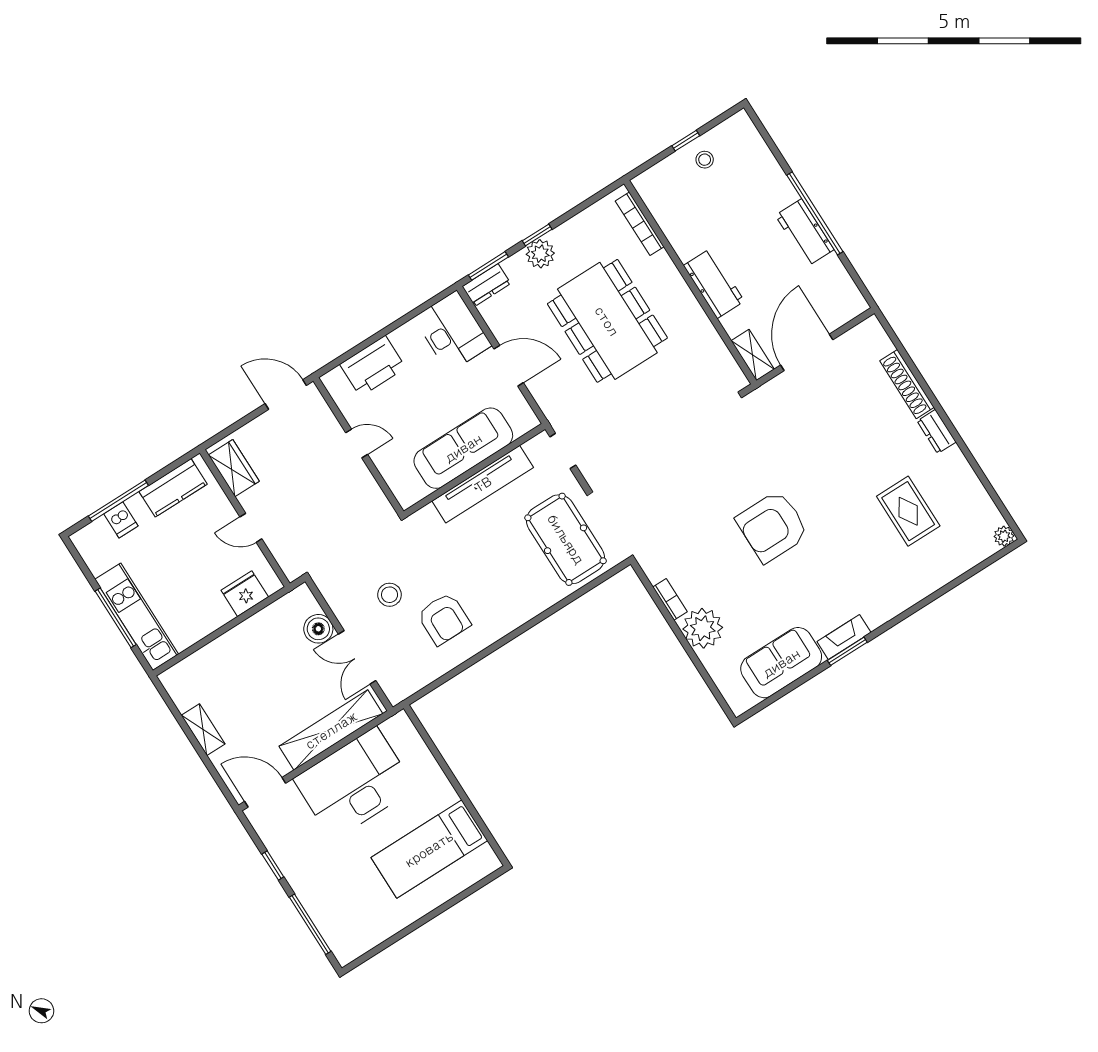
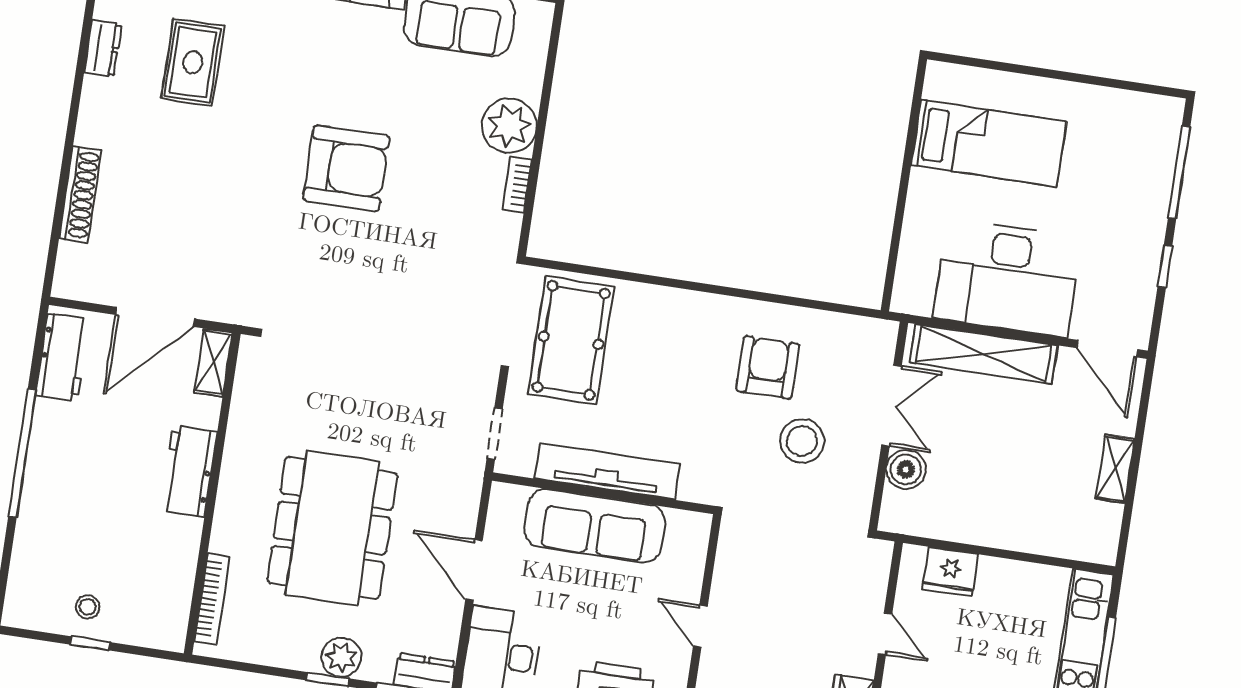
workbench: (805, 232) -> (63, 357), moved
dresser: (937, 431) -> (103, 48), moved
stool: (390, 595) -> (802, 441), width x1.38, depth x1.38

